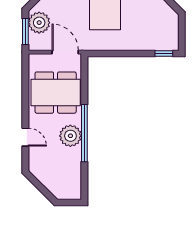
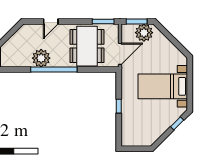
window: (164, 54) -> (119, 106), moved
window: (25, 73) -> (103, 21), added
plant: (70, 136) -> (41, 58), moved

